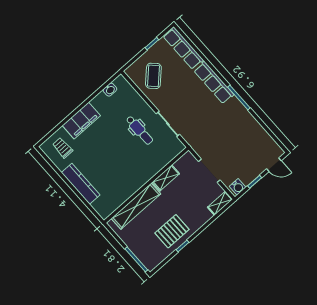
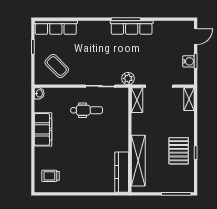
row of seats: (214, 83) -> (132, 27), moved
washbasin: (110, 90) -> (39, 93), moved
filing cabinet: (81, 121) -> (43, 129), moved
plant: (193, 141) -> (128, 78), added
shelving: (166, 178) -> (137, 100), moved
kitchen counter: (81, 184) -> (122, 172), moved, turned -90
water cooler: (238, 187) -> (189, 61), moved

